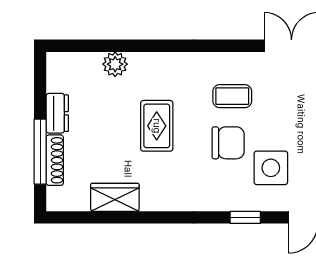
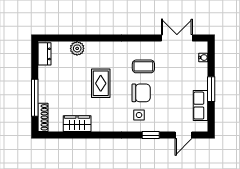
dresser: (57, 113) -> (45, 54), moved
shoe rack: (55, 160) -> (43, 117), moved
side table: (271, 168) -> (139, 115), moved, width x0.54, depth x0.54

